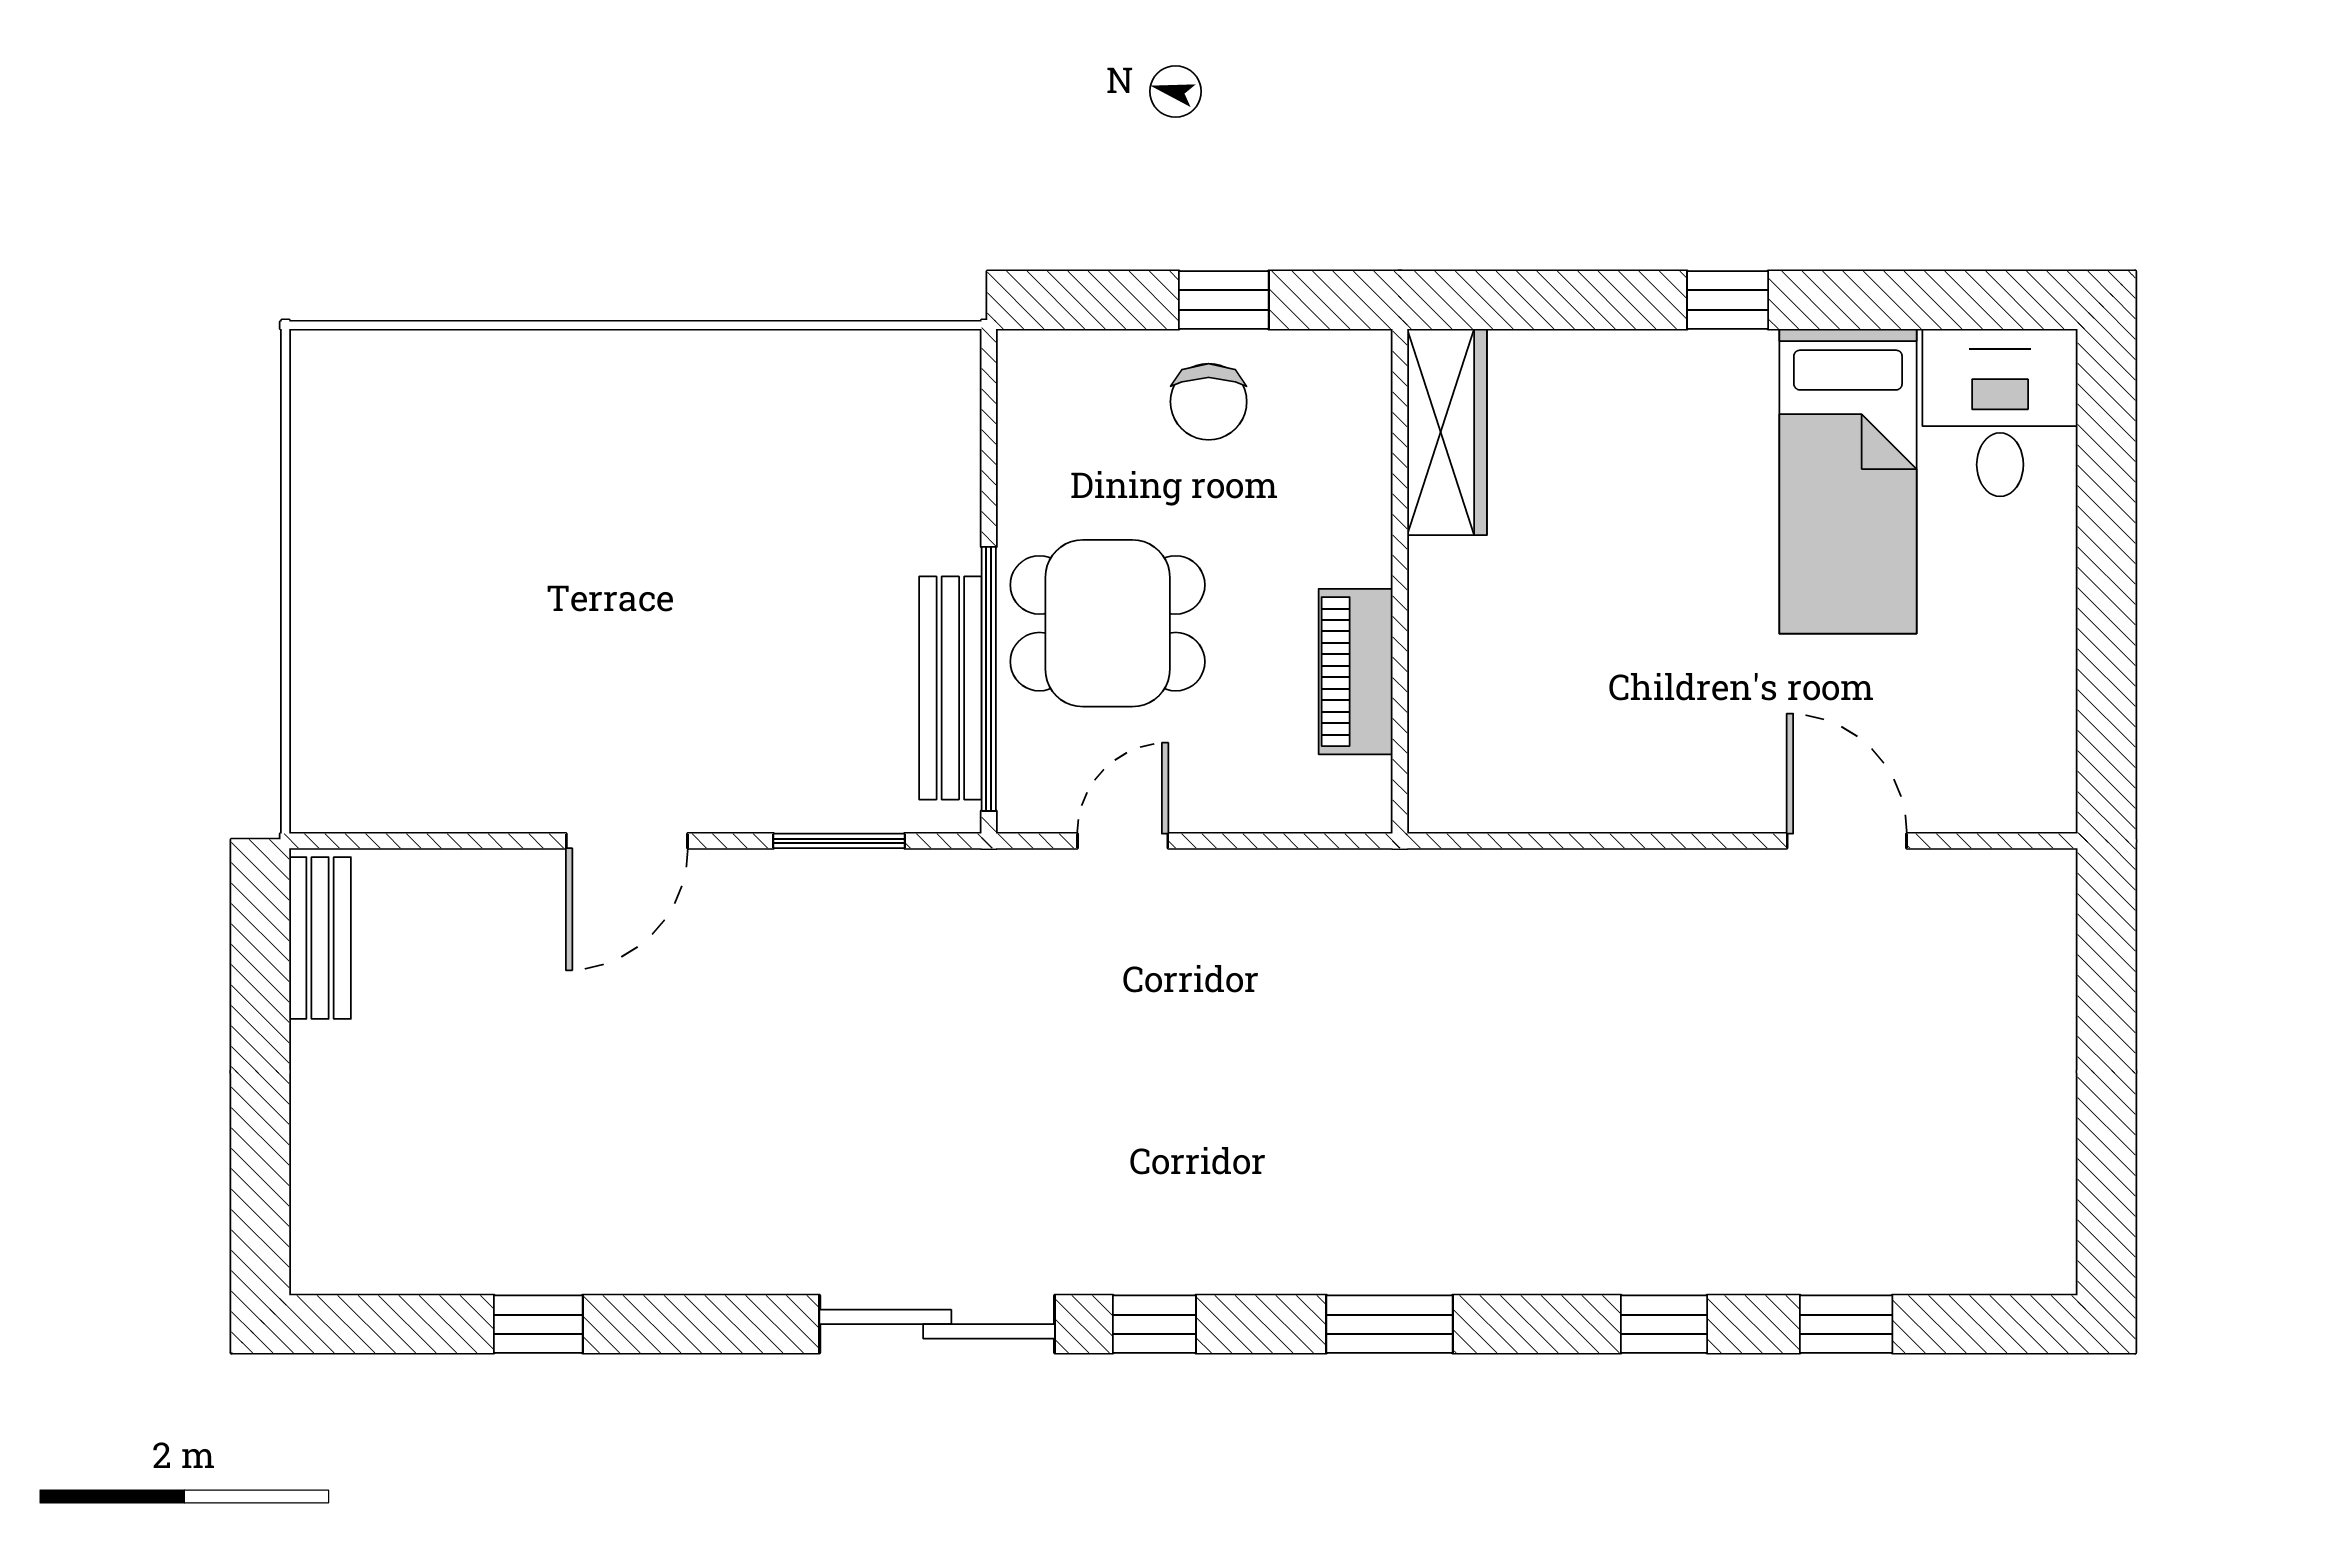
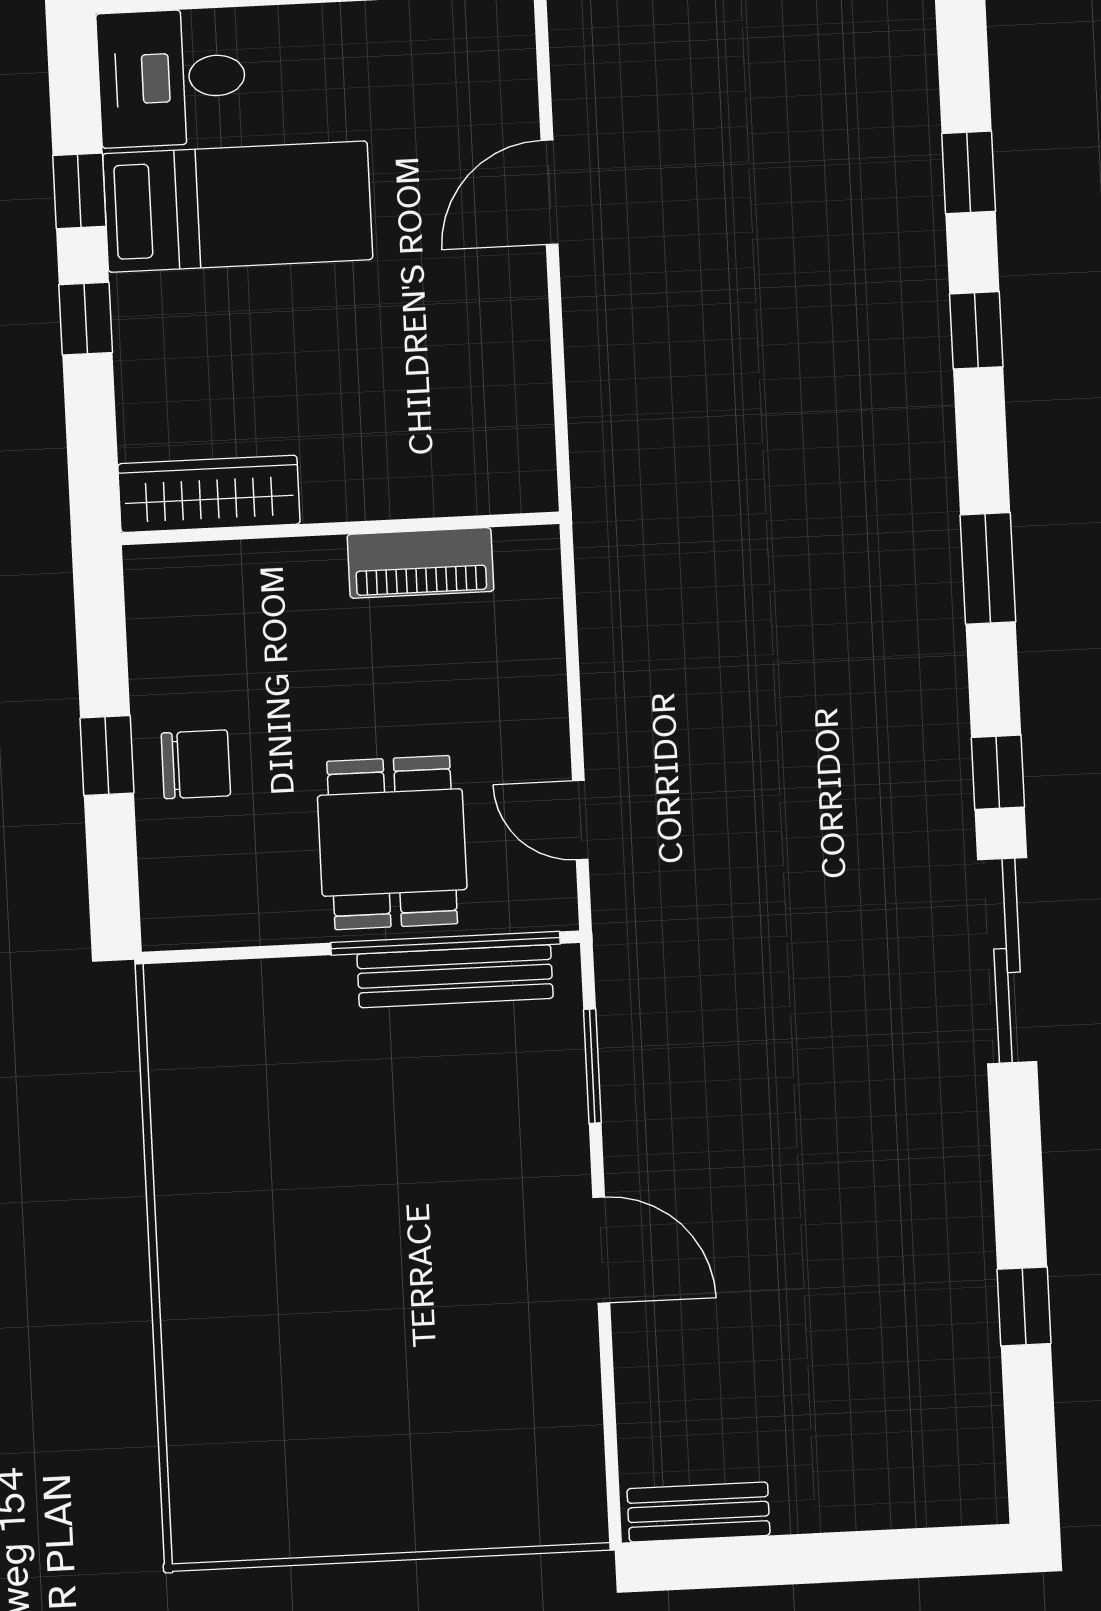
window: (1875, 300) -> (79, 191), added
wardrobe: (1447, 432) -> (209, 494), moved
wall: (1400, 581) -> (340, 528), moved
piano: (1356, 672) -> (420, 563), moved

